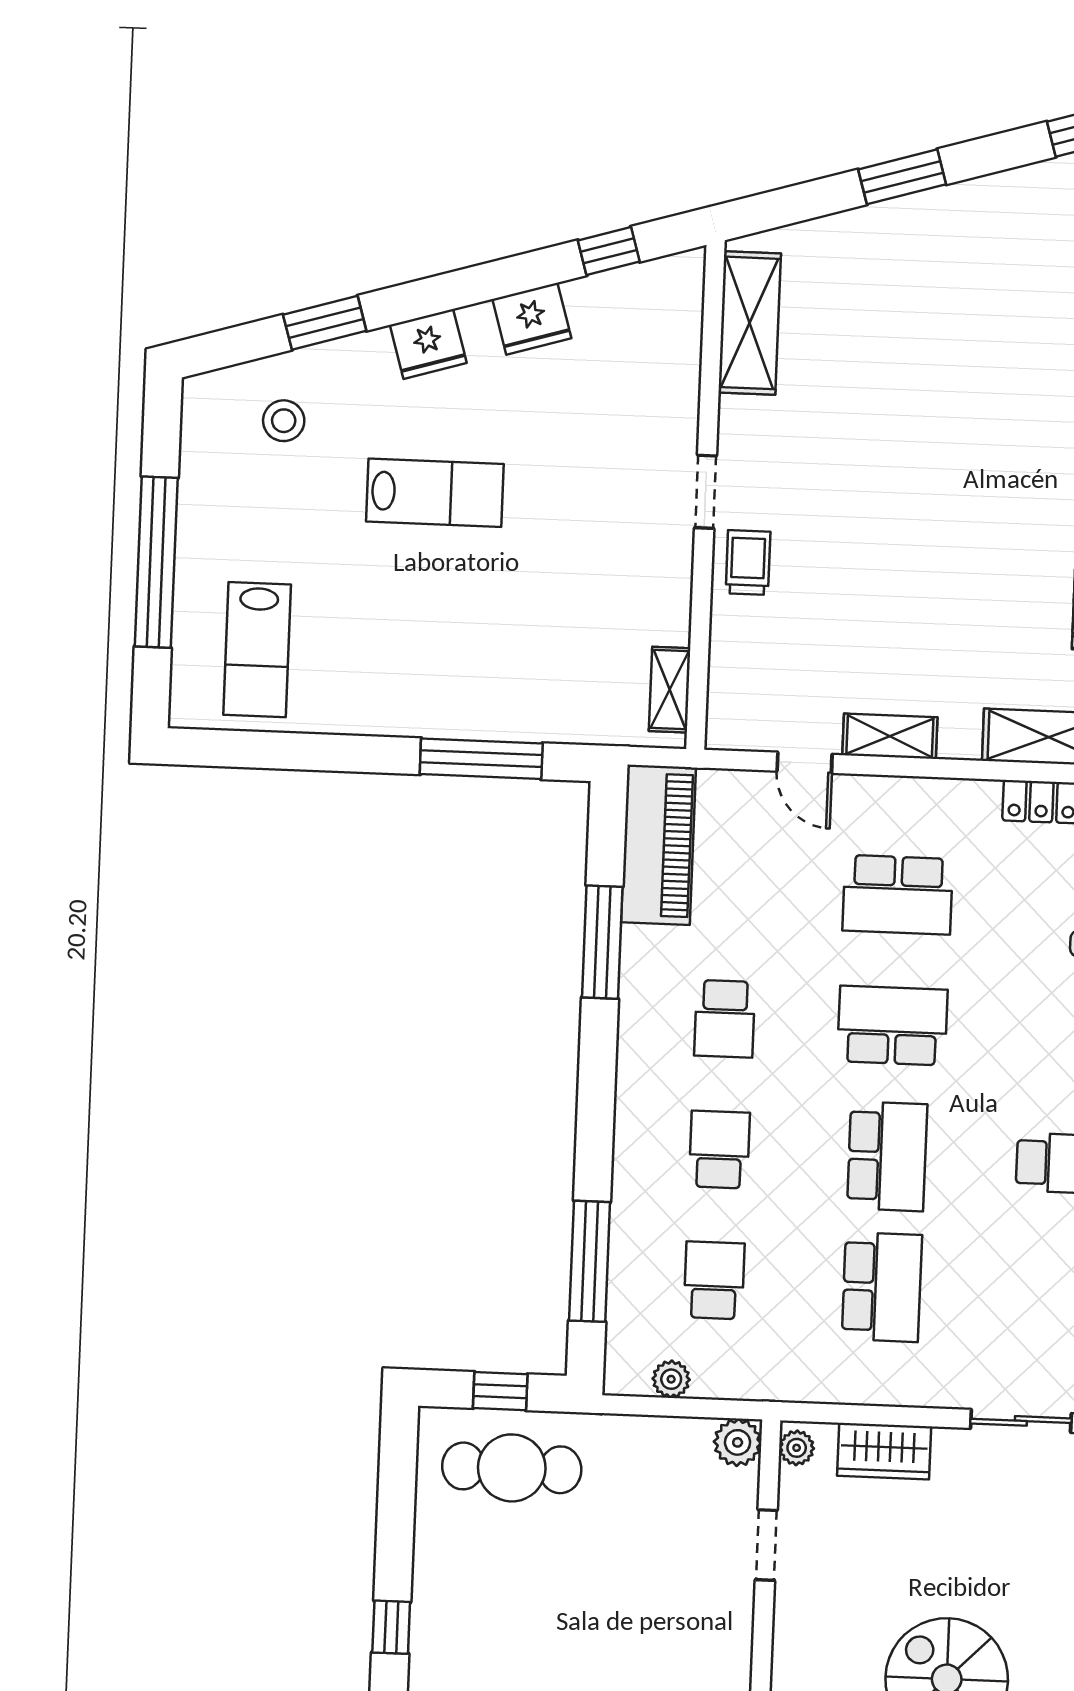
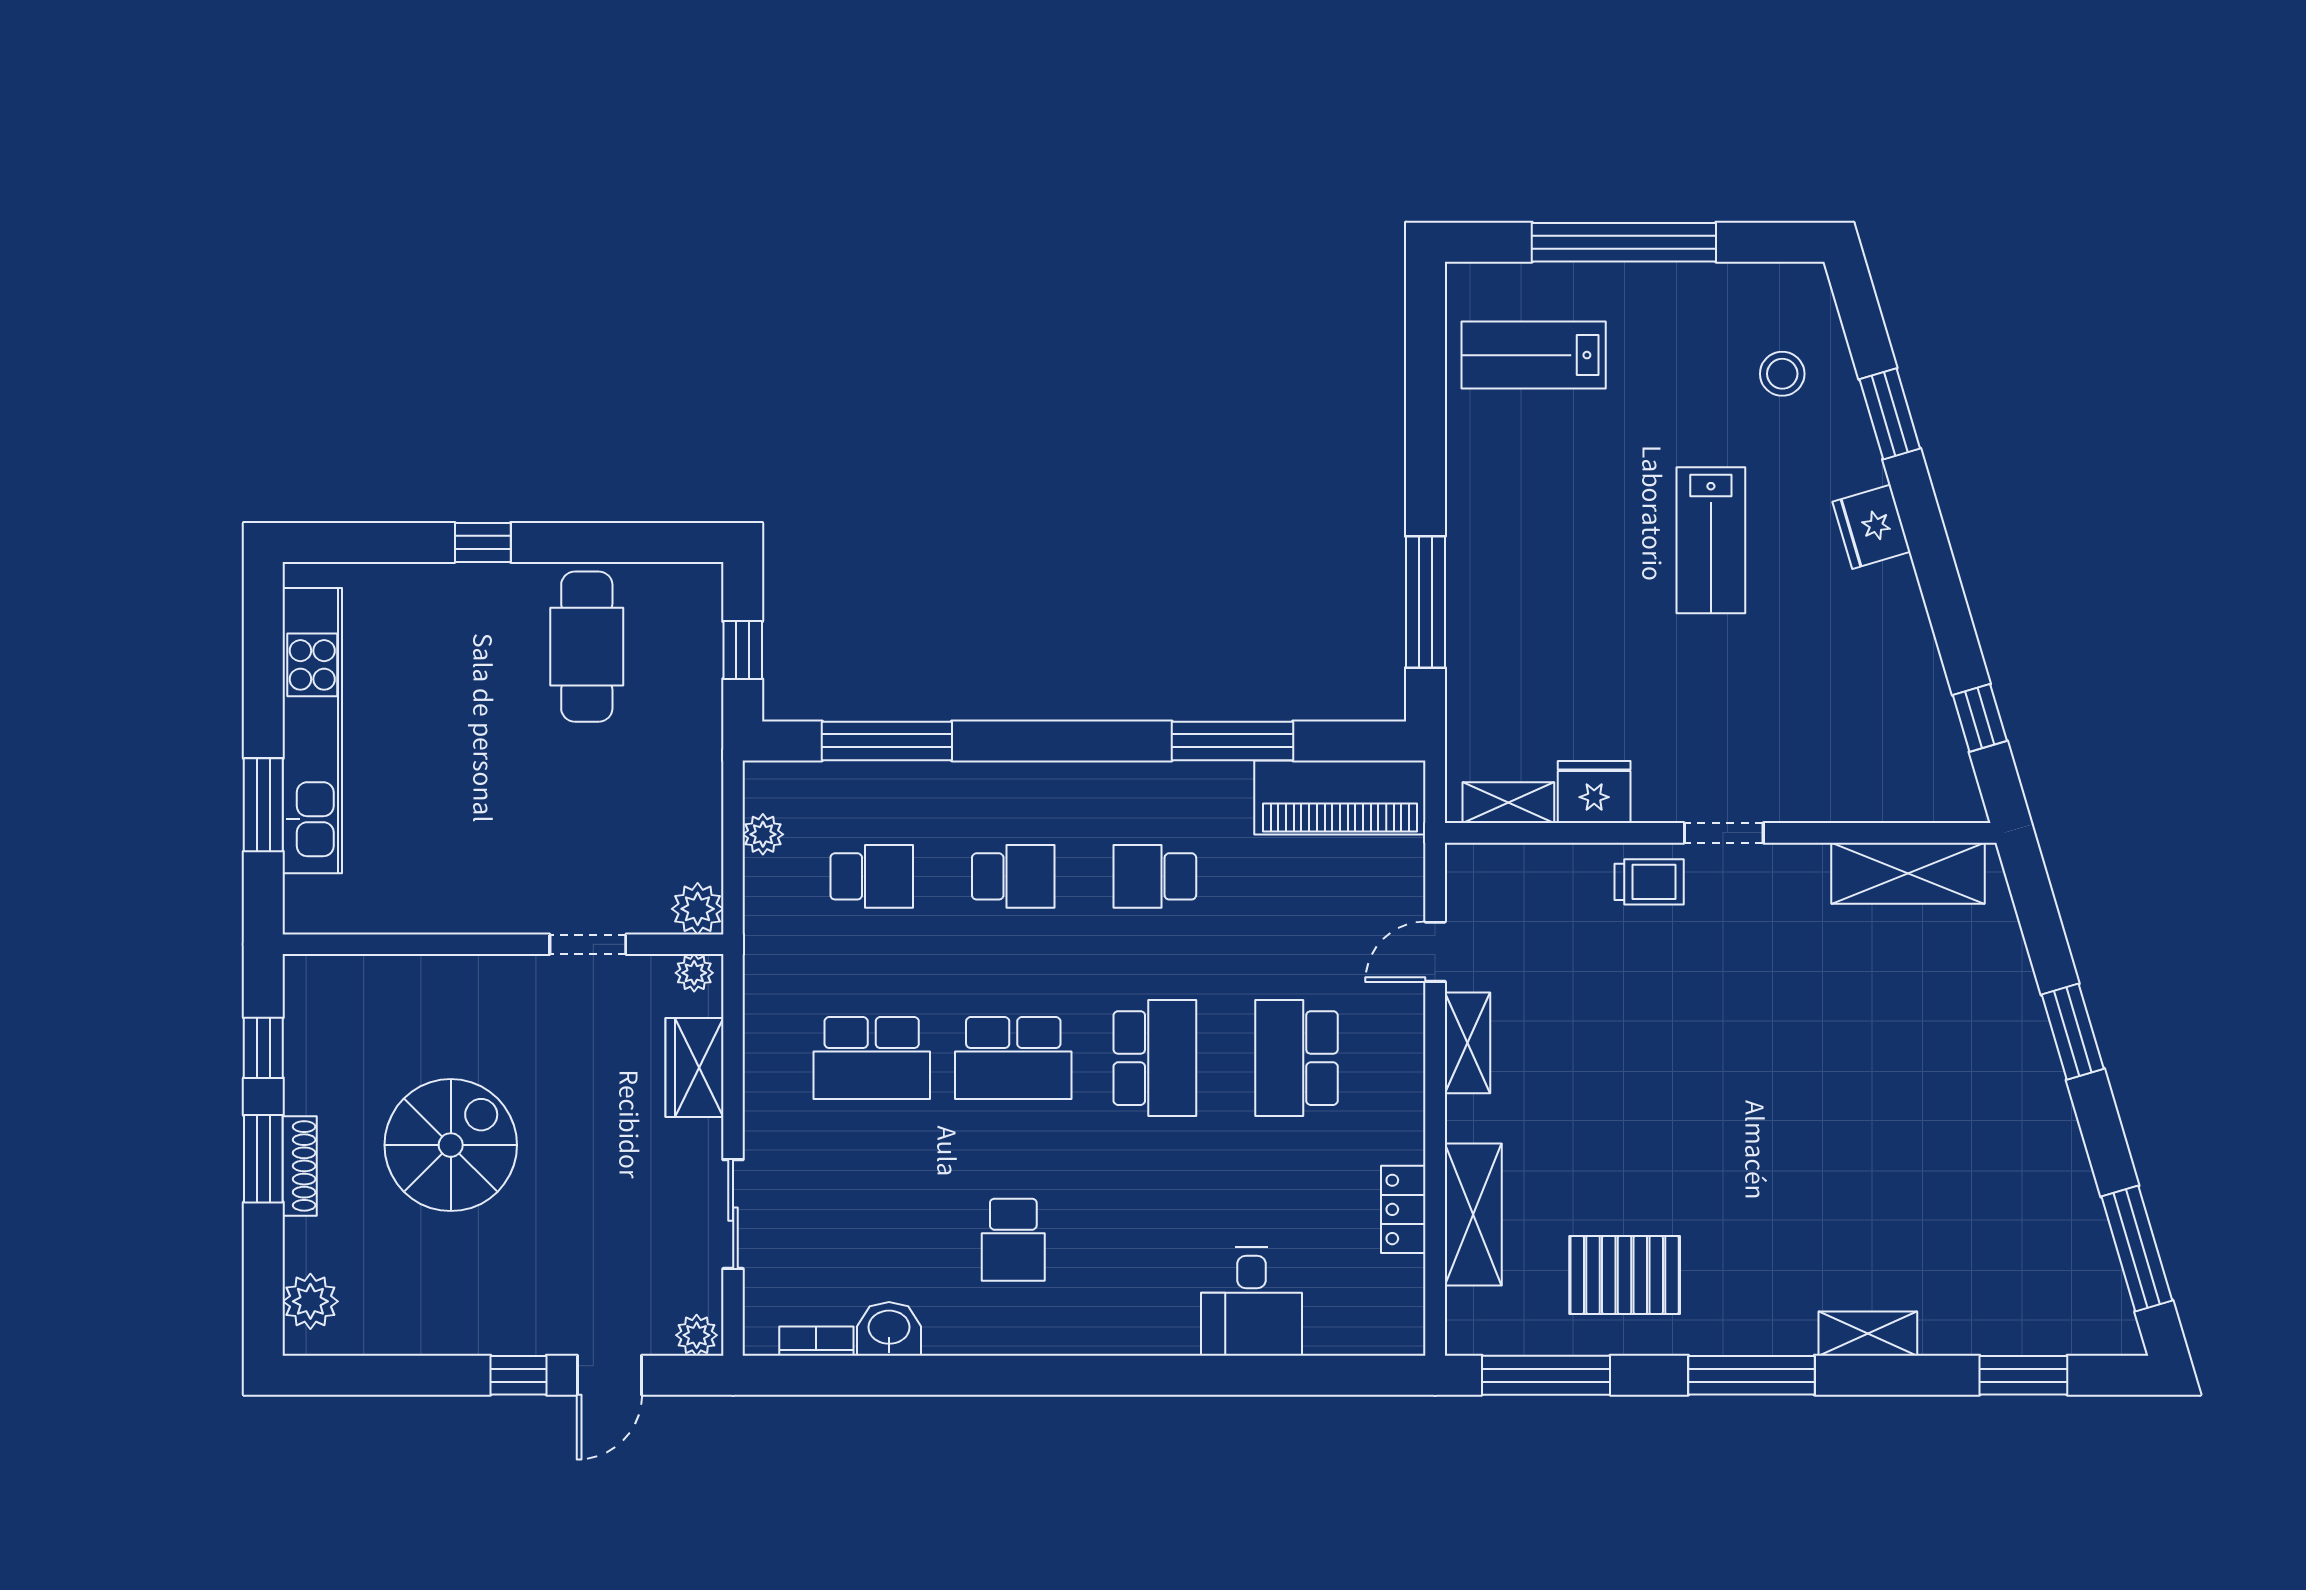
fridge: (532, 319) -> (1594, 792), moved, turned 106
cafe table: (512, 1468) -> (587, 647), moved

